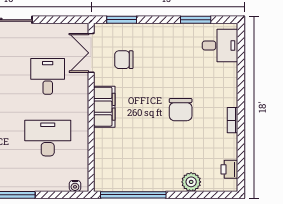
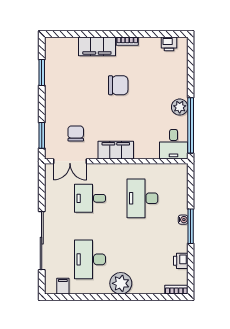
desk: (220, 45) -> (174, 144), moved, turned 180
chair: (124, 60) -> (76, 134), turned 180
filing cabinet: (226, 85) -> (97, 46), added
plant: (191, 182) -> (180, 107), moved
water cooler: (75, 186) -> (183, 220), moved

